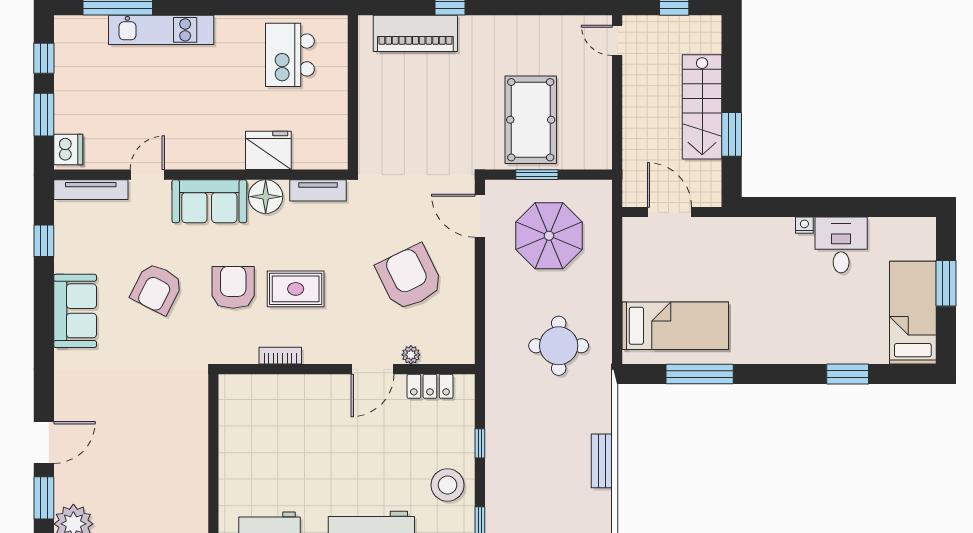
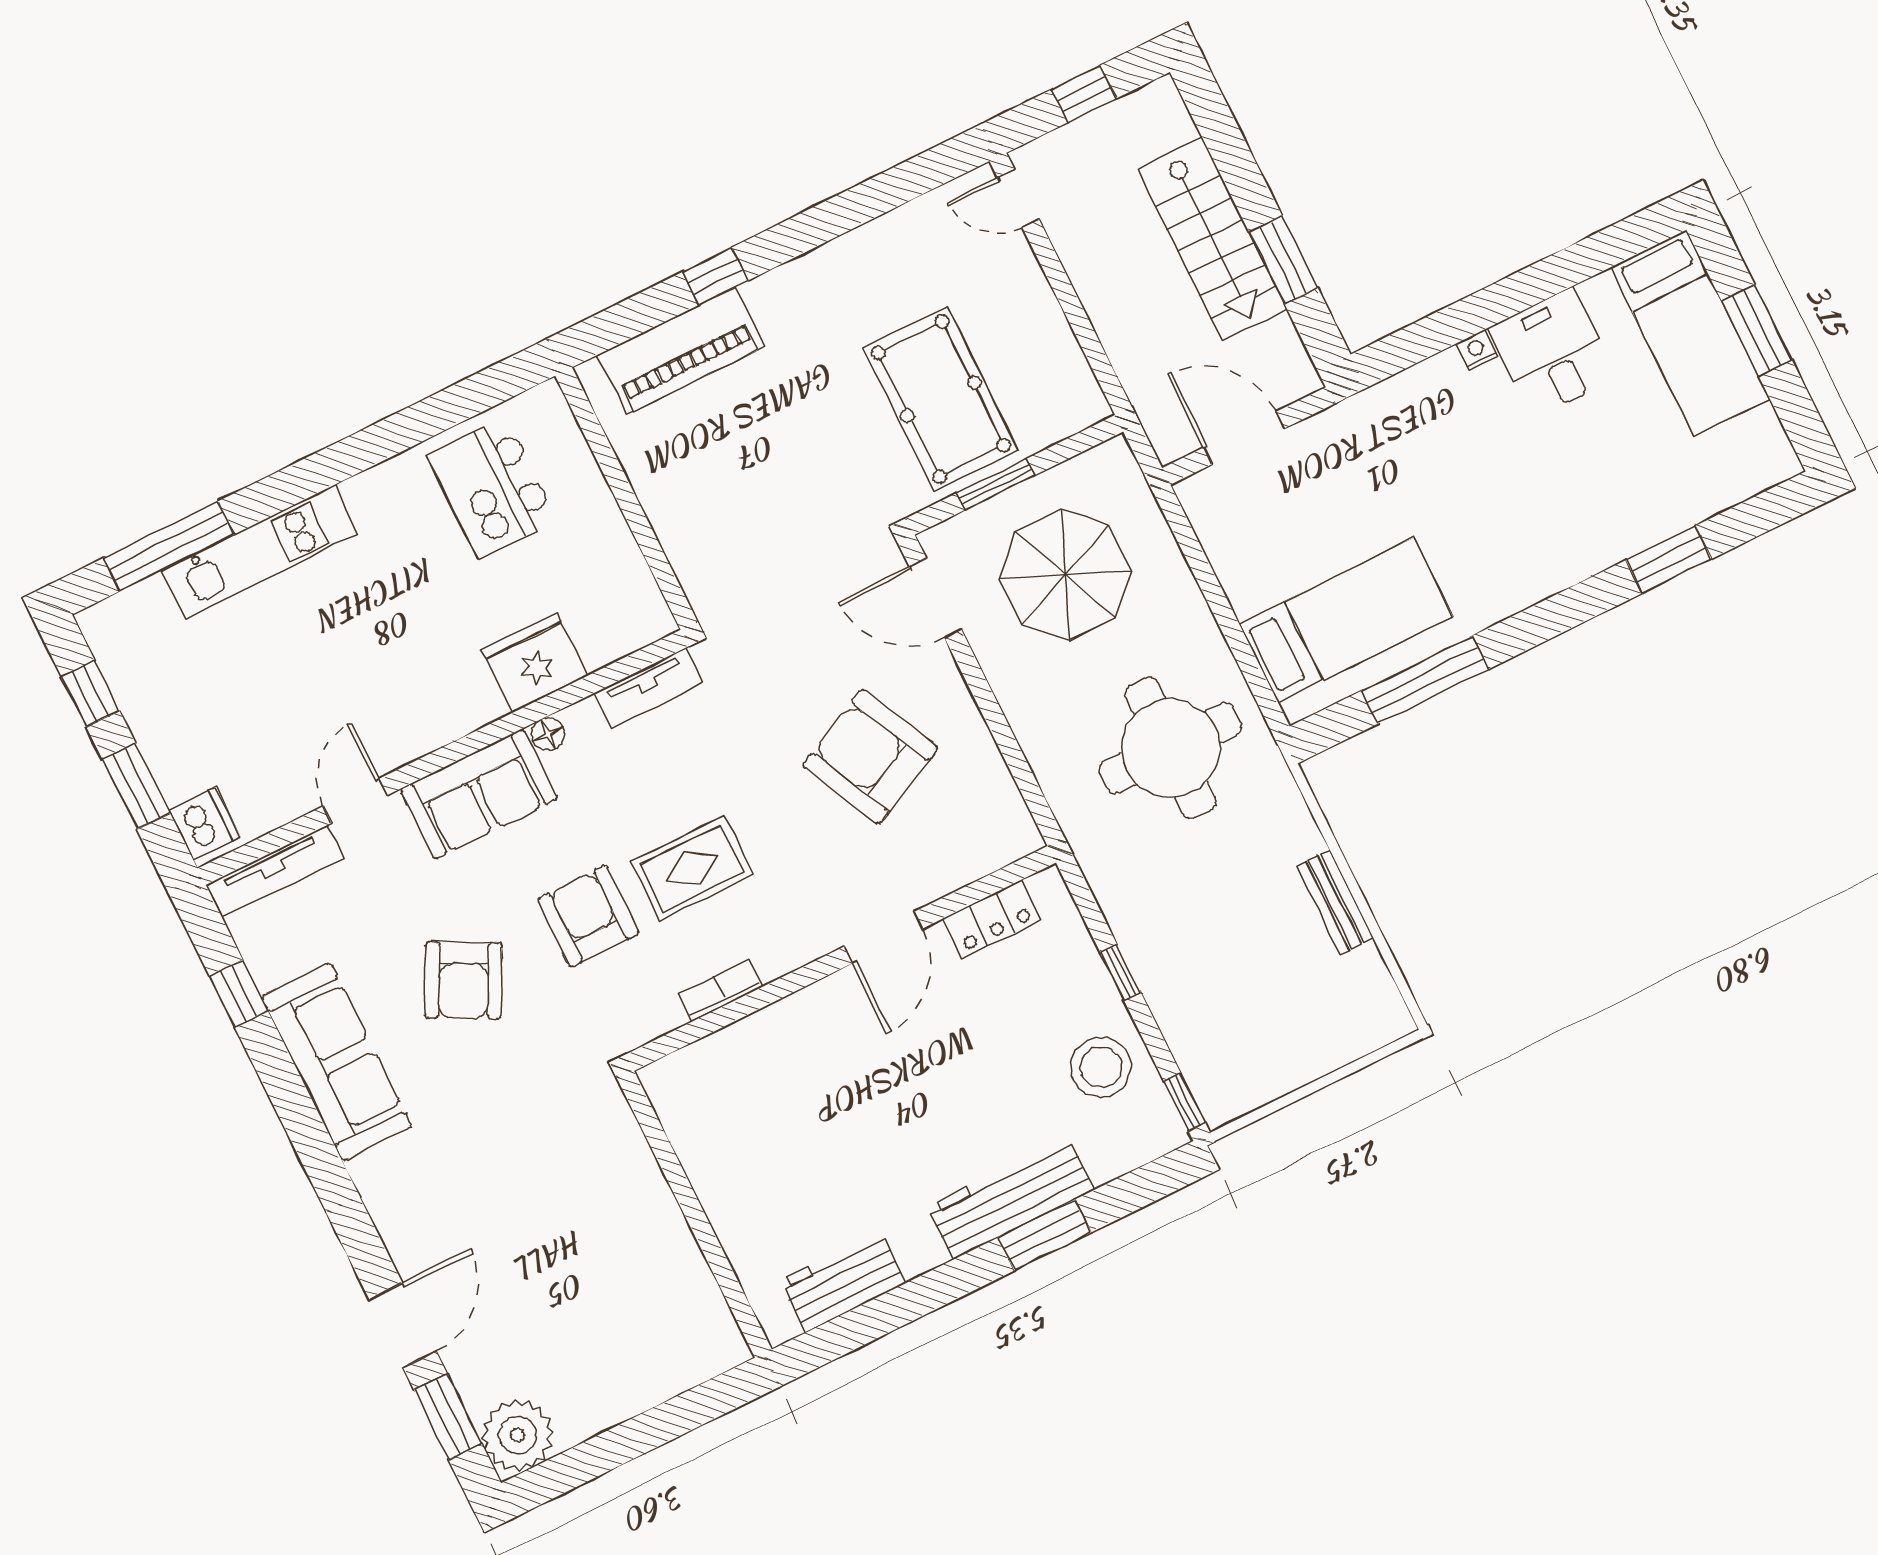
floor lamp: (266, 197) -> (548, 734), width x0.53, depth x0.53
sofa: (75, 311) -> (336, 1062), width x1.36
bed: (913, 313) -> (1690, 333), moved, turned 180
round table: (559, 346) -> (1171, 748), width x1.36, depth x1.36
plant: (411, 355) -> (935, 883), removed

